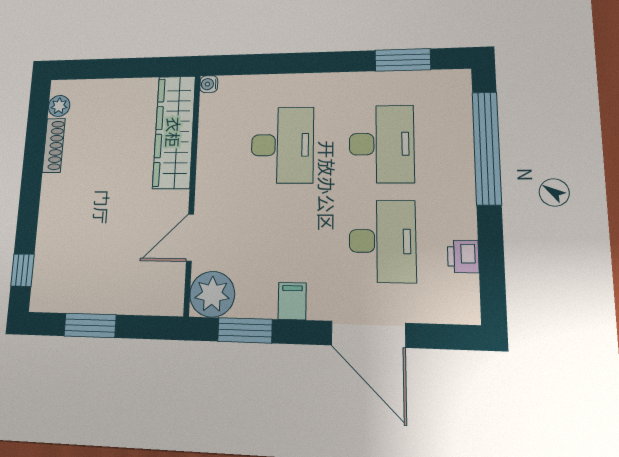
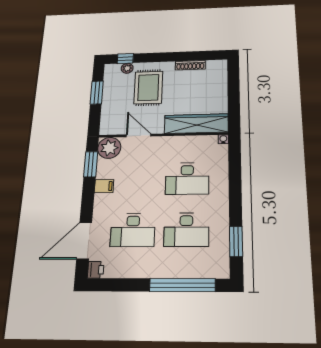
plant: (59, 106) -> (127, 68), moved
rug: (91, 222) -> (148, 87), added
printer: (463, 257) -> (96, 270), moved, turned 90
door: (368, 334) -> (84, 241), moved

